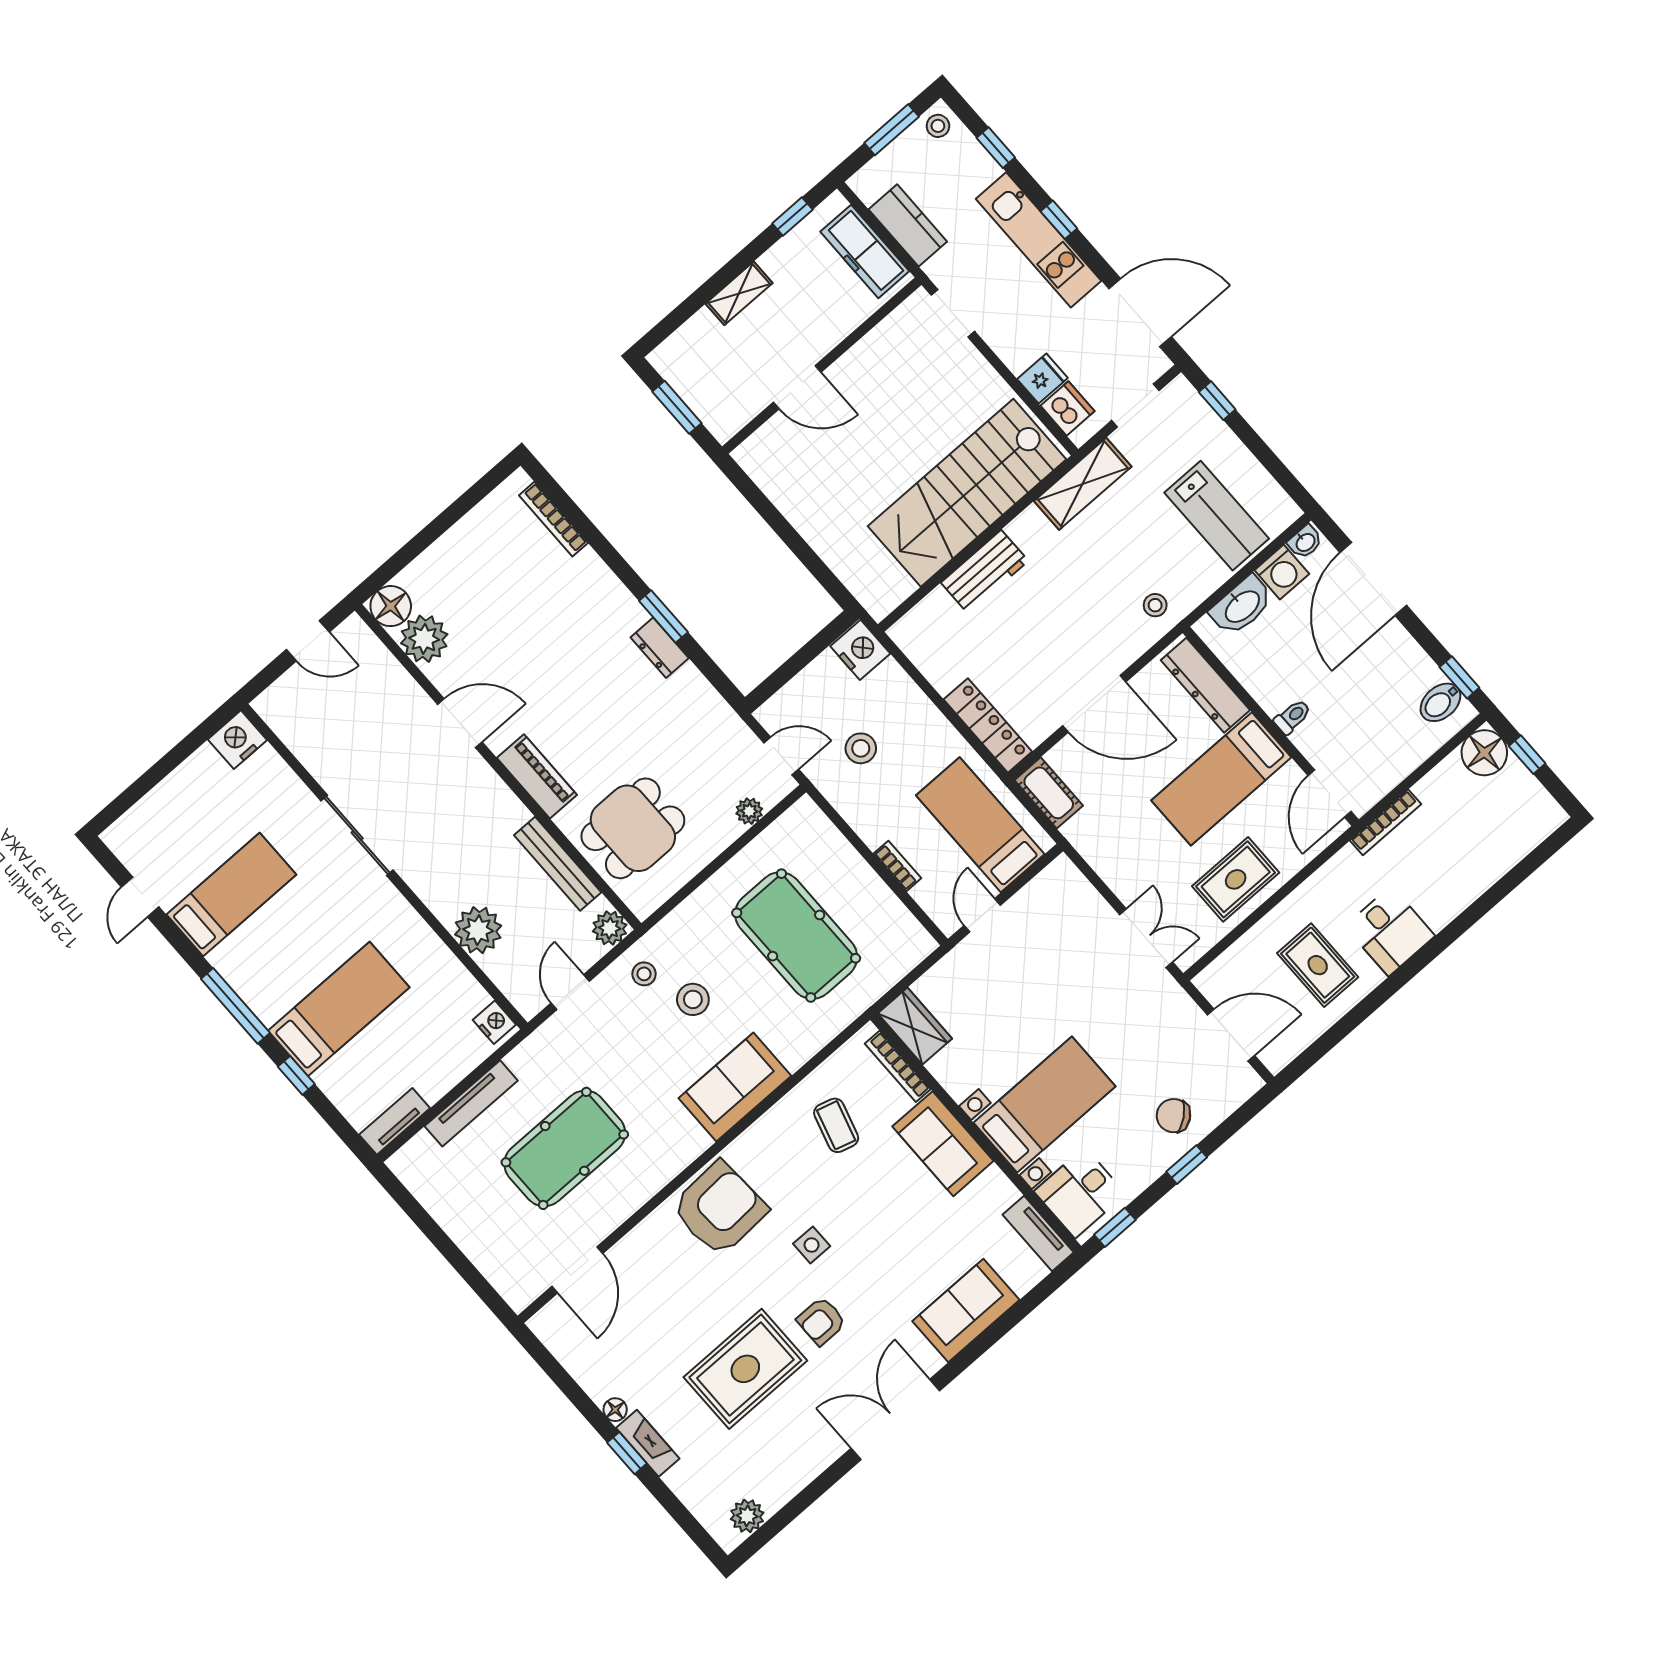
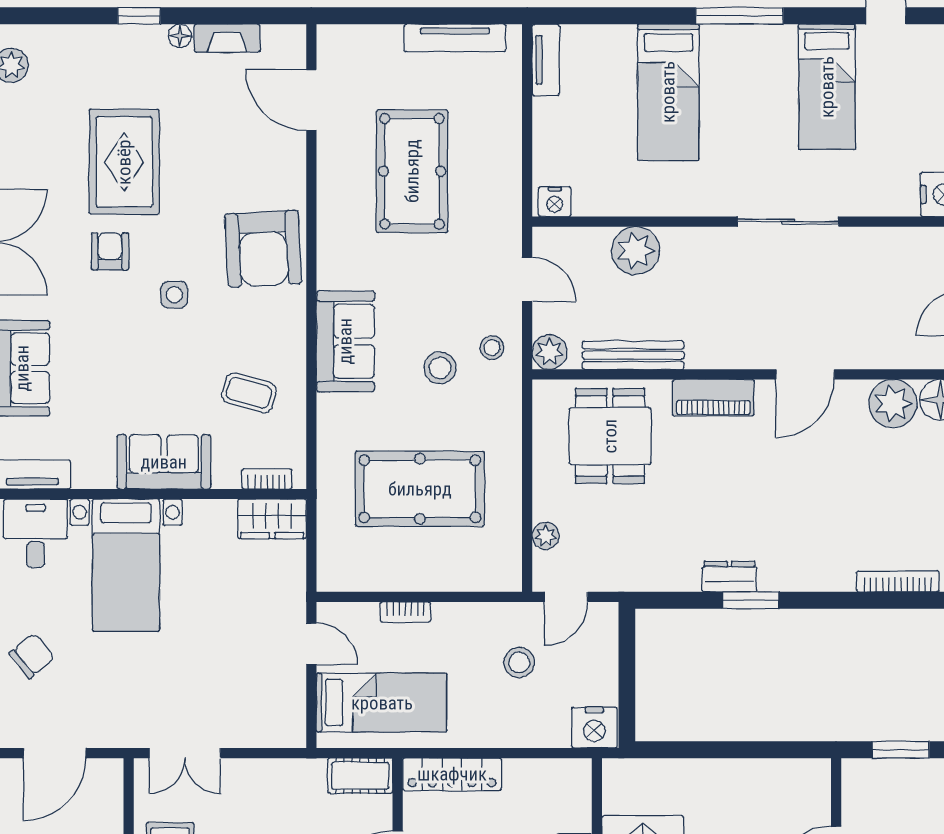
bookcase: (898, 1066) -> (267, 479), width x0.64
window: (296, 1075) -> (646, 16), removed
tv unit: (471, 1103) -> (455, 38), moved, turned -90
fireplace: (648, 1443) -> (227, 38), moved

